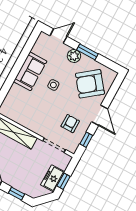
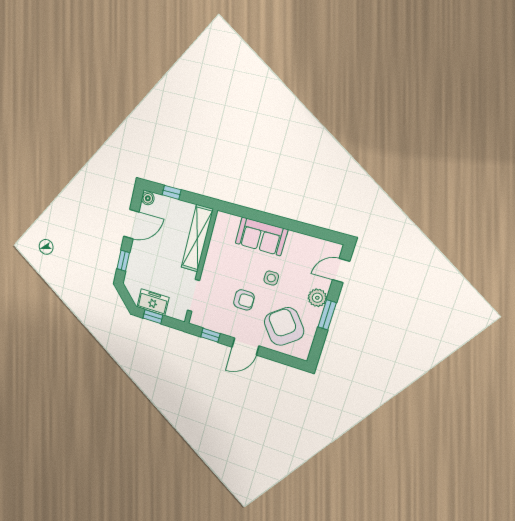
door: (58, 36) -> (341, 271), swing flipped
sofa: (30, 71) -> (261, 236), moved
armchair: (70, 124) -> (244, 300), moved

